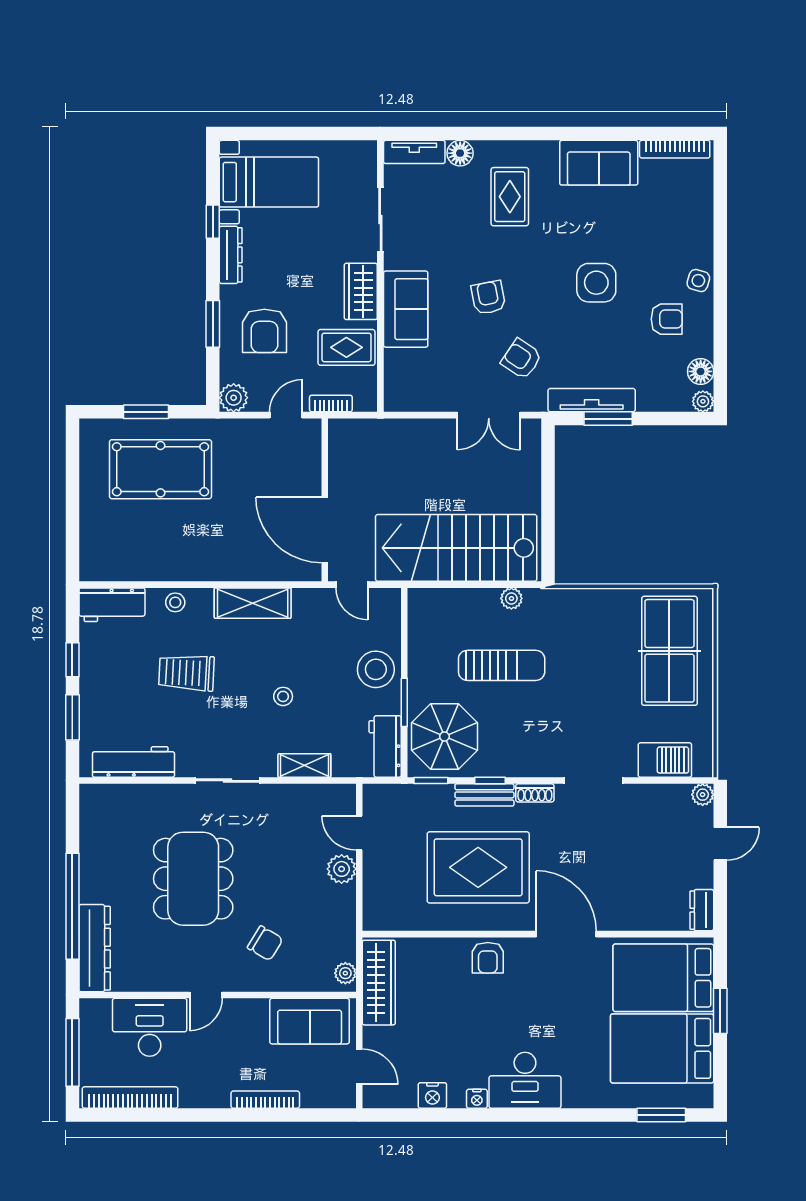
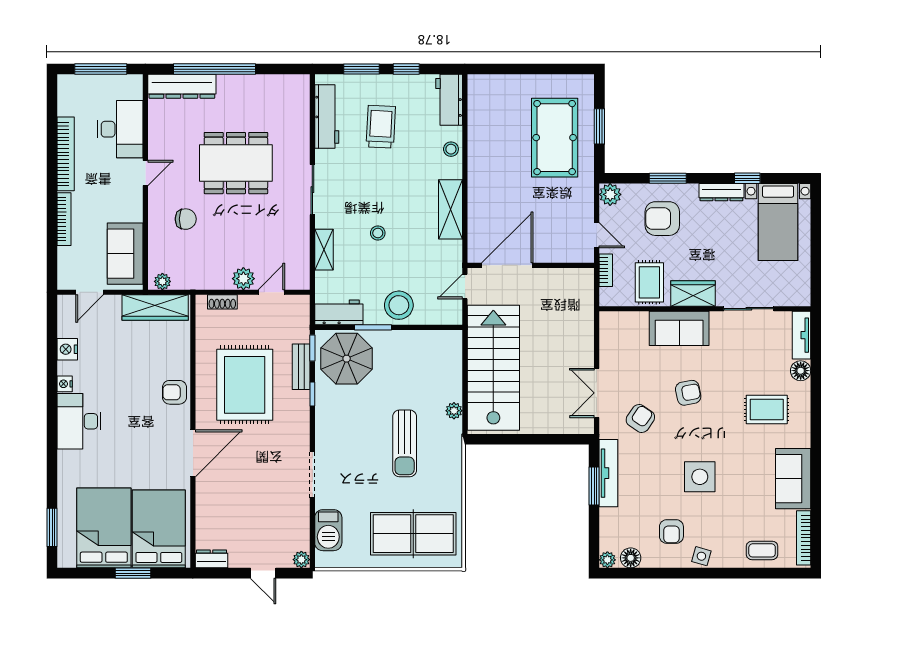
coffee table: (691, 203) -> (762, 550), added
sun lounger: (502, 665) -> (405, 443), moved
trolley: (186, 673) -> (381, 127), moved
shoe rack: (535, 793) -> (222, 302), moved, turned -90
bench: (484, 795) -> (301, 367), moved
chair: (265, 943) -> (186, 219), turned -121
door: (206, 995) -> (145, 173), swing flipped
bookcase: (130, 1098) -> (66, 154), moved

